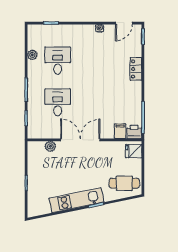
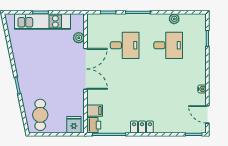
locker: (136, 69) -> (142, 127), moved
kitchen unit: (76, 200) -> (43, 22), moved, turned 102

